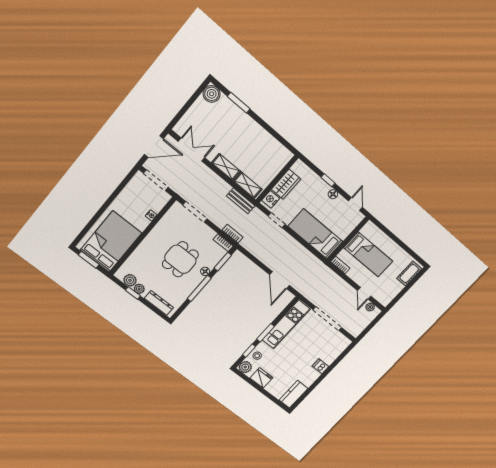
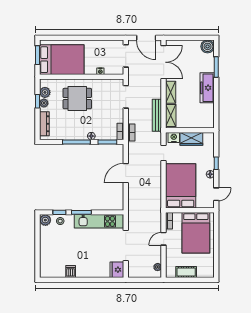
freezer: (251, 129) -> (207, 88), added
double door: (192, 149) -> (164, 62), width x1.37
bench: (241, 201) -> (157, 115), width x1.36
bed: (315, 234) -> (181, 186), width x1.50
bed: (368, 254) -> (196, 233), width x1.50
dining table: (180, 259) -> (77, 99), moved
cot: (409, 274) -> (186, 272), moved
door: (280, 280) -> (126, 173), moved
door: (364, 293) -> (164, 239), moved
dishwasher: (320, 366) -> (71, 272), moved
fridge: (261, 378) -> (117, 270), moved, turned 180
kitchen counter: (293, 394) -> (52, 271), removed

